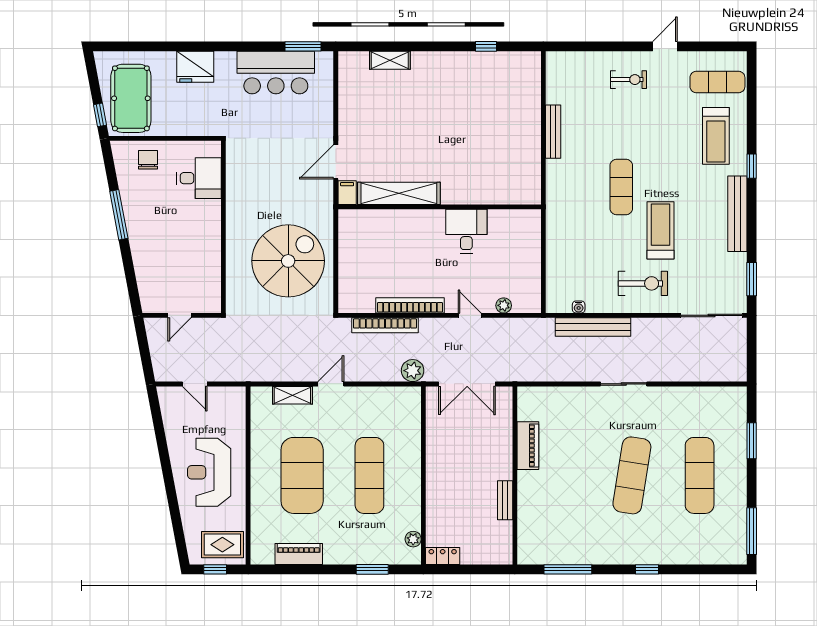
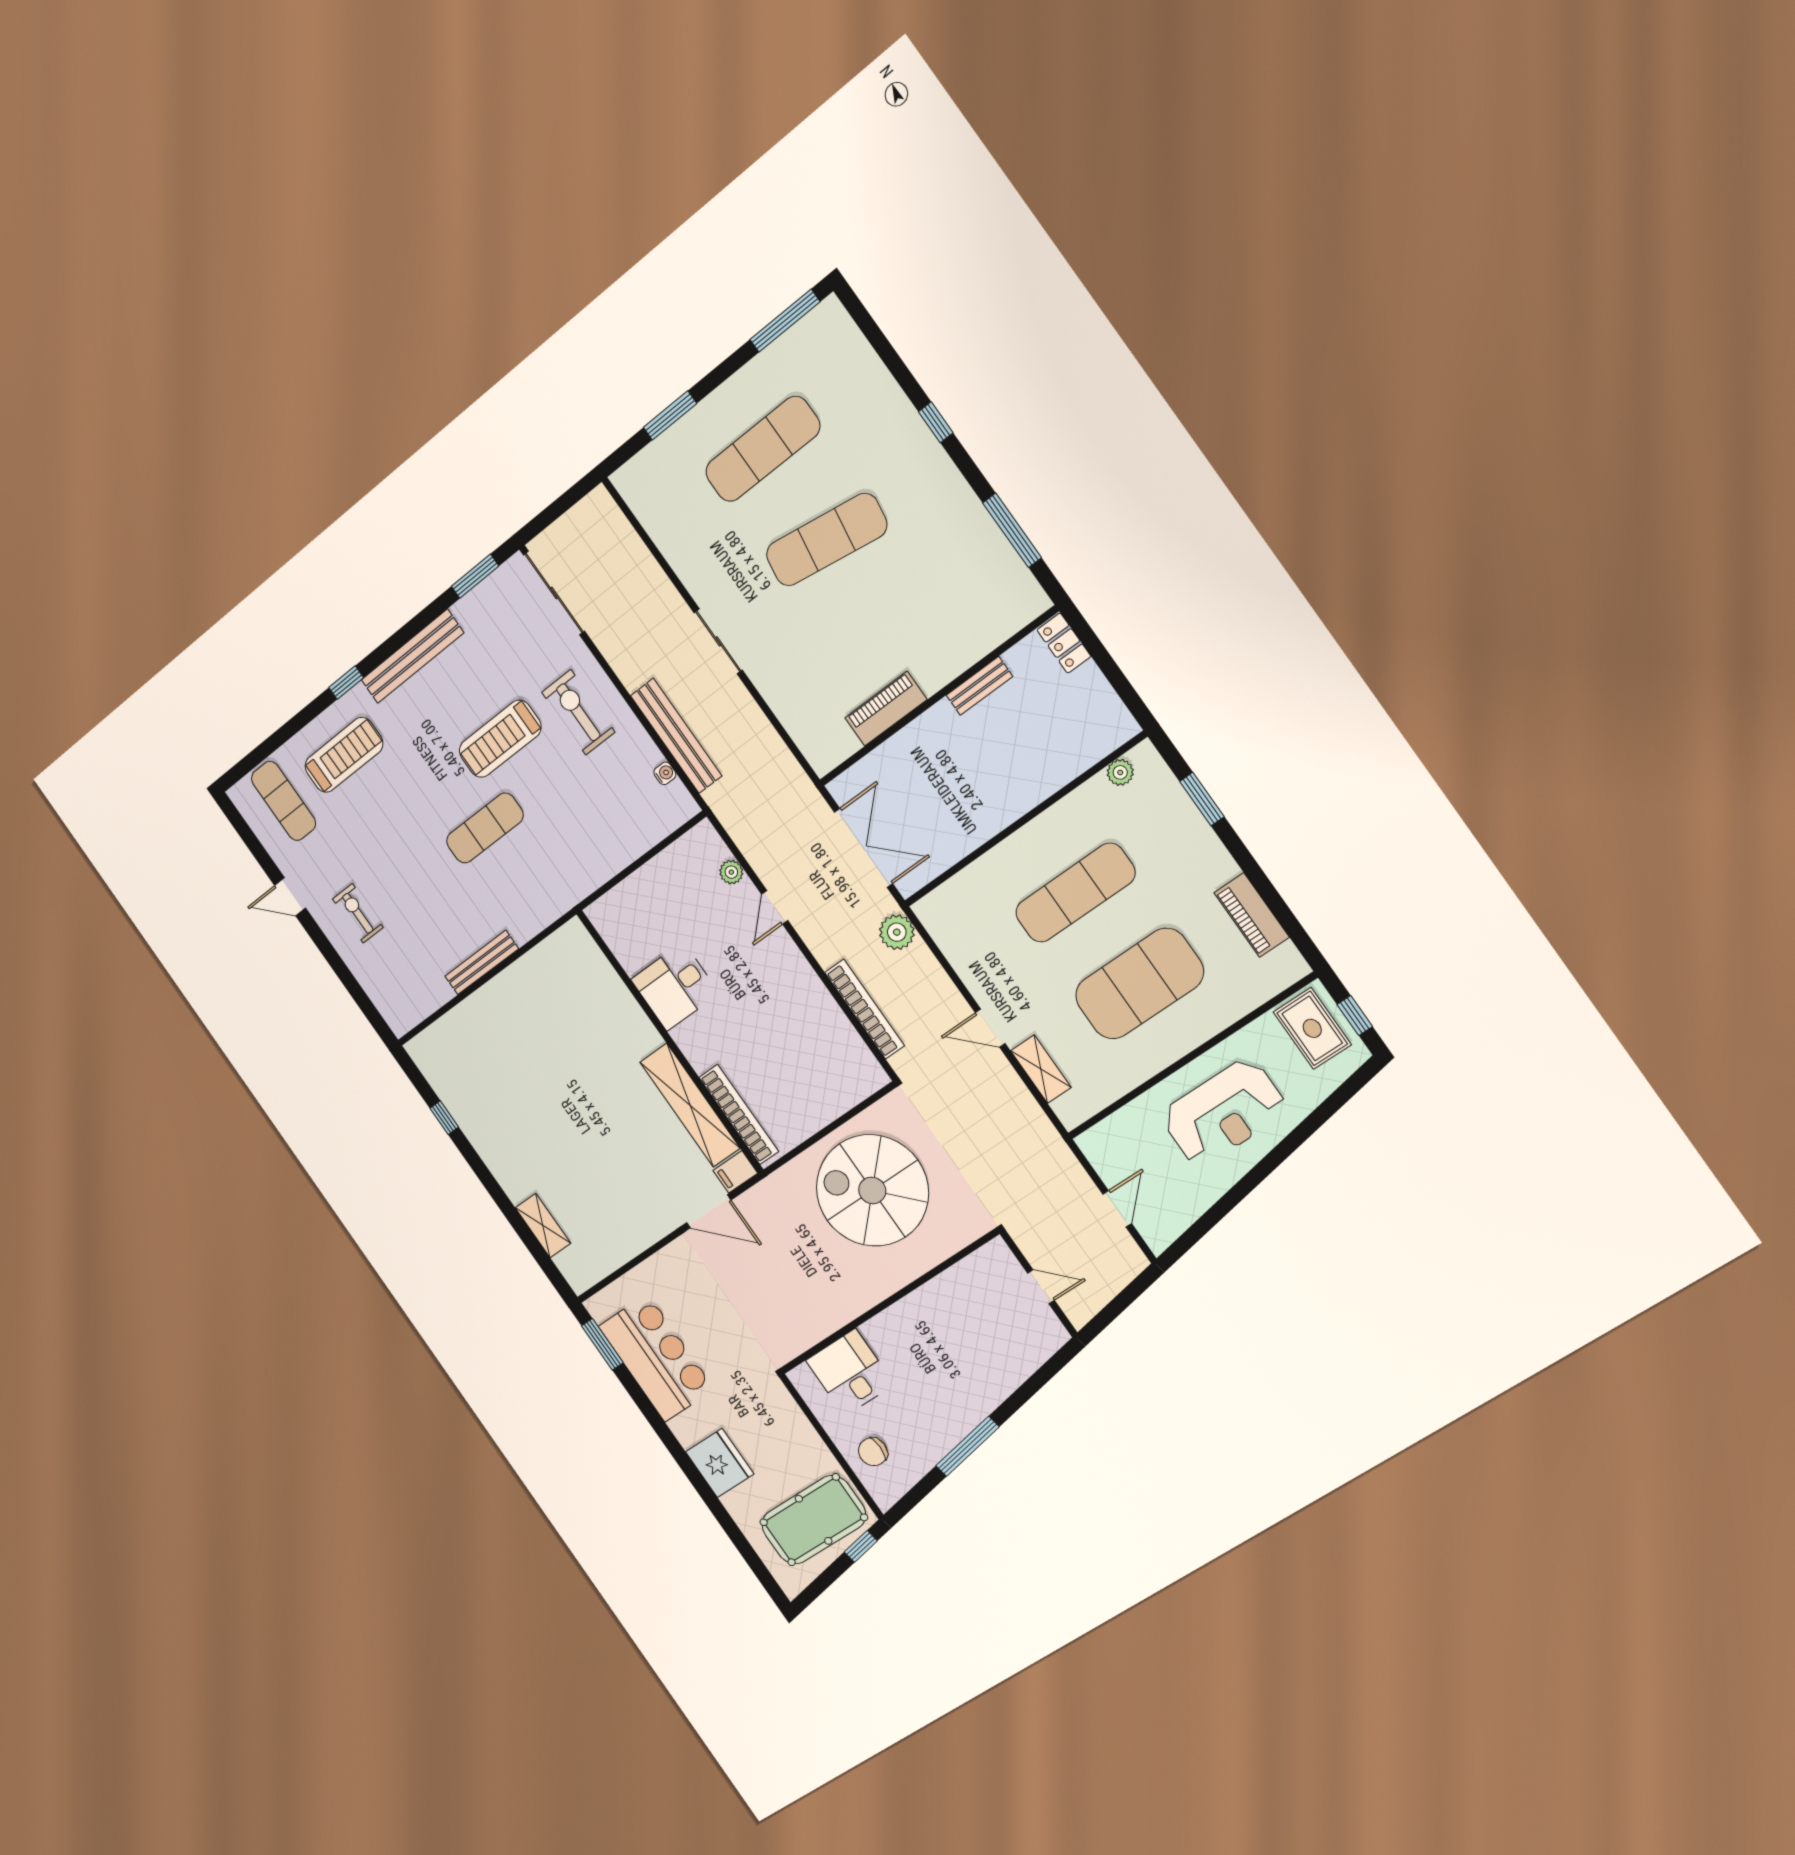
bookcase: (410, 305) -> (739, 1114), moved, turned 180
locker: (443, 556) -> (1064, 643), moved

